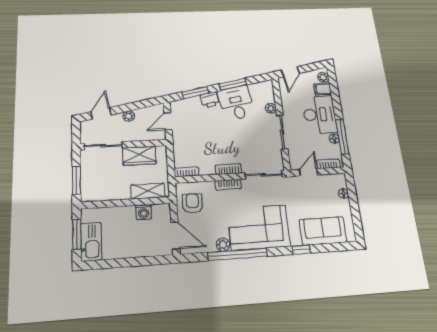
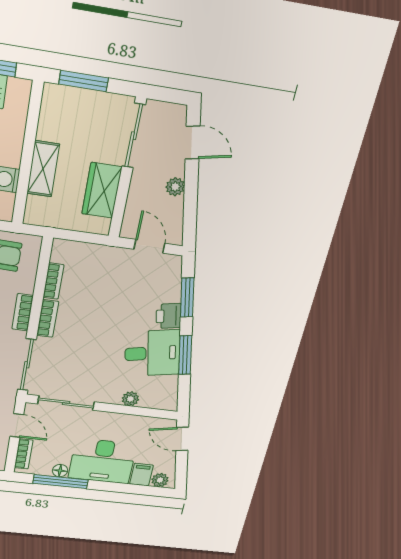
sliding door: (282, 132) -> (66, 403), moved
bookcase: (186, 172) -> (53, 281), moved
shelving: (148, 191) -> (43, 169), moved

